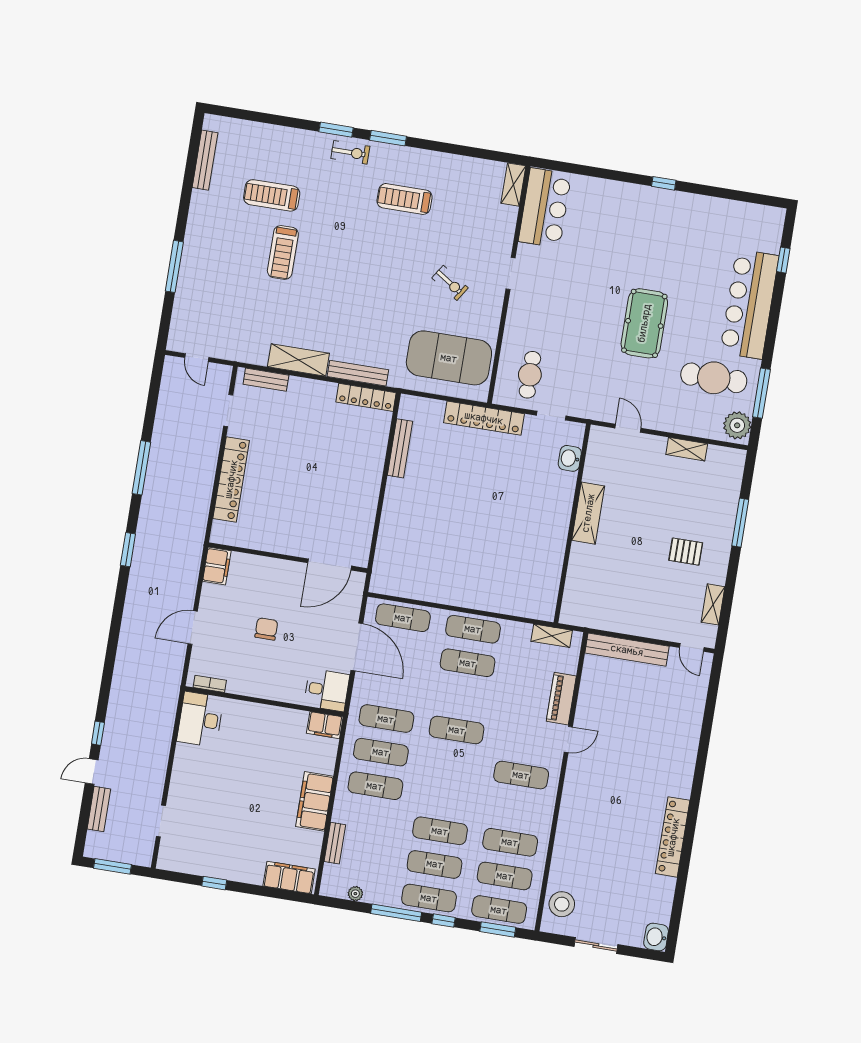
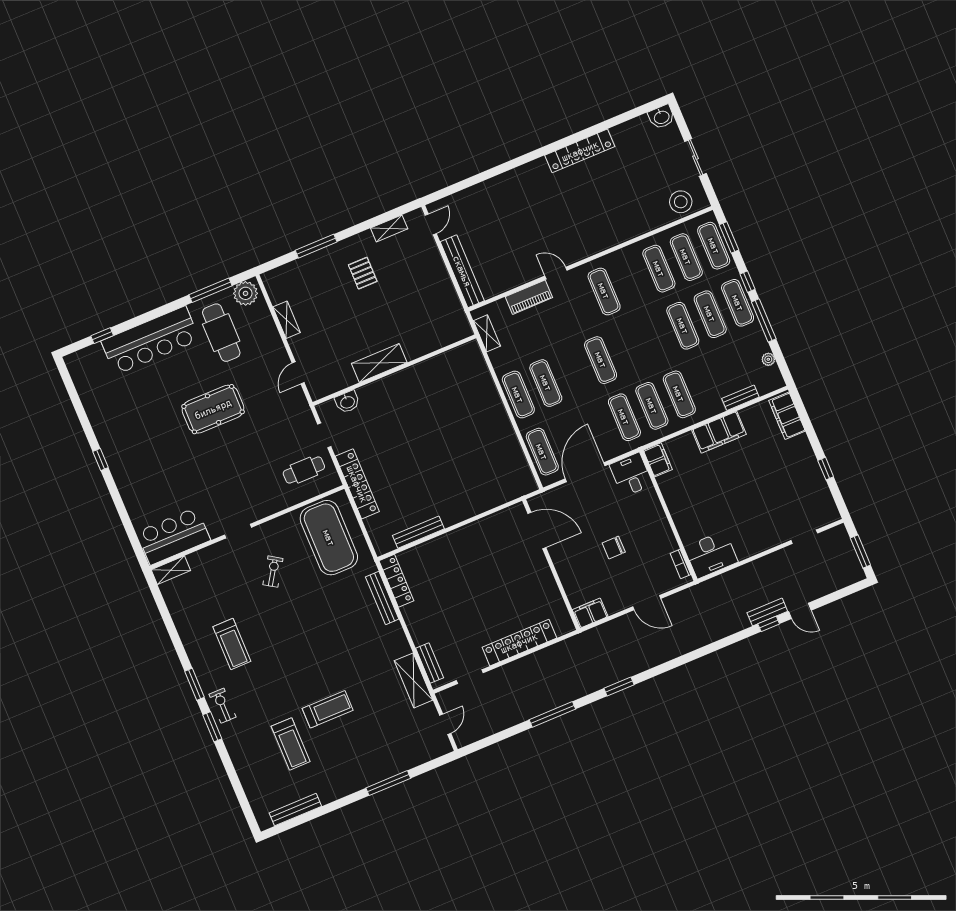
shelving: (298, 360) -> (413, 680), moved
bench: (99, 809) -> (767, 612), moved

